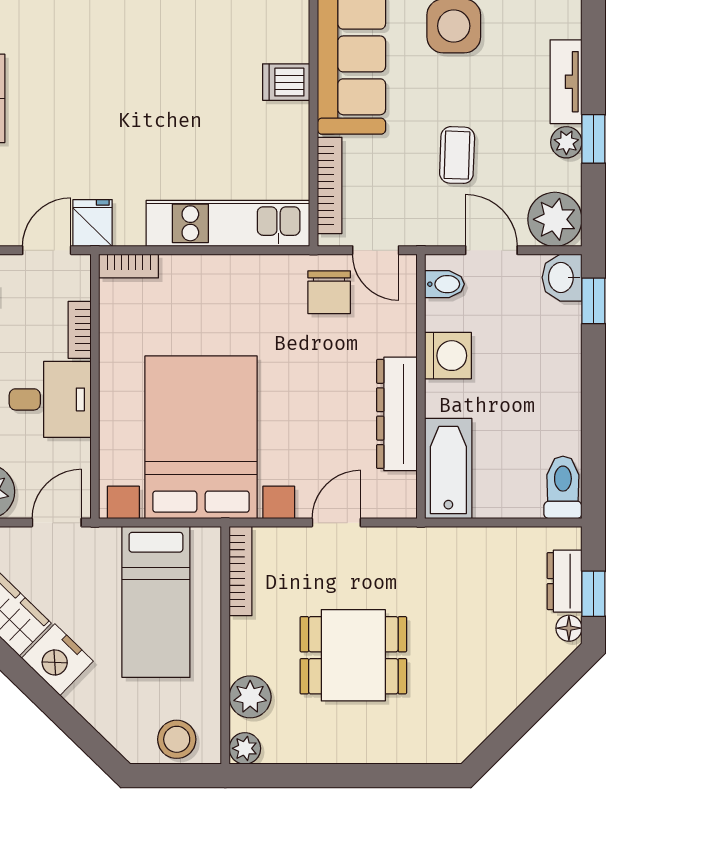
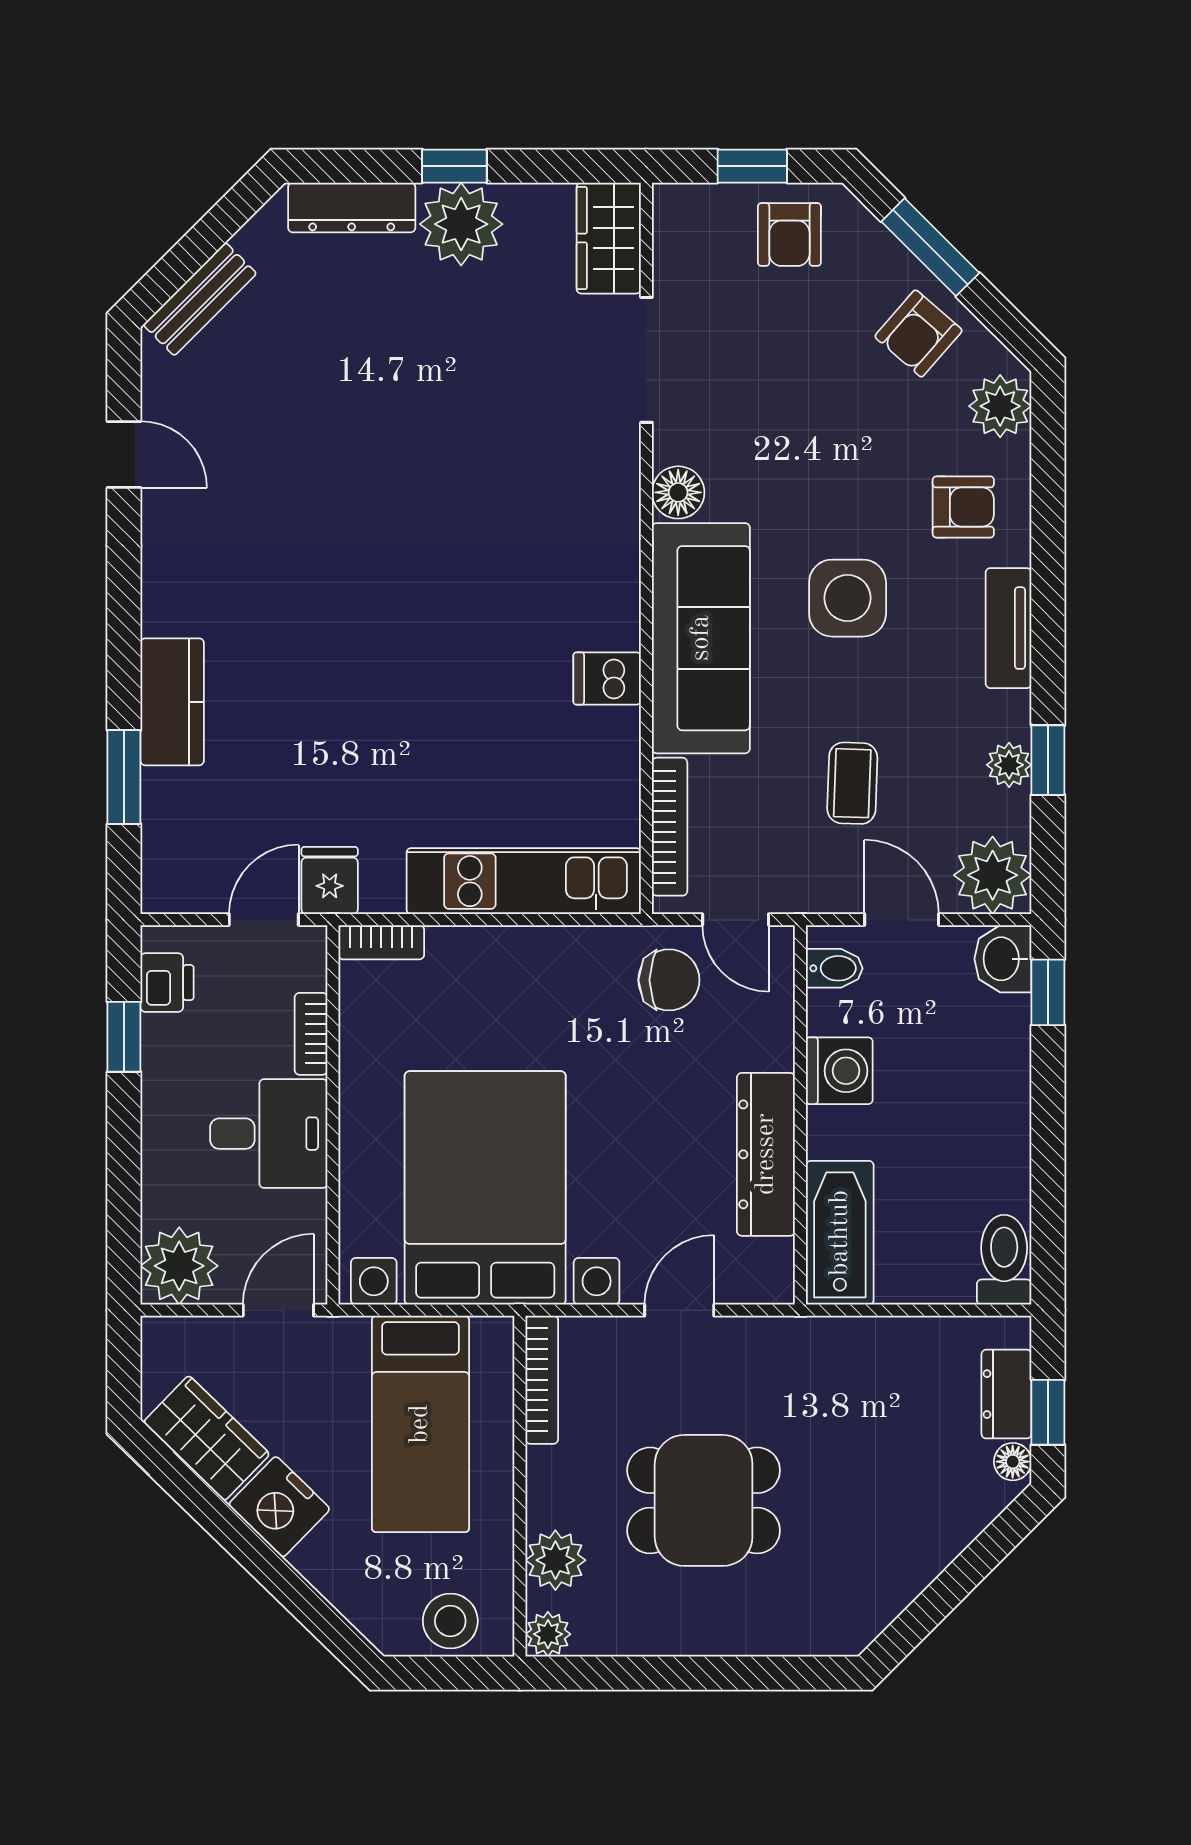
tv unit: (566, 82) -> (1009, 628), moved
chair: (329, 292) -> (669, 980), turned -90

